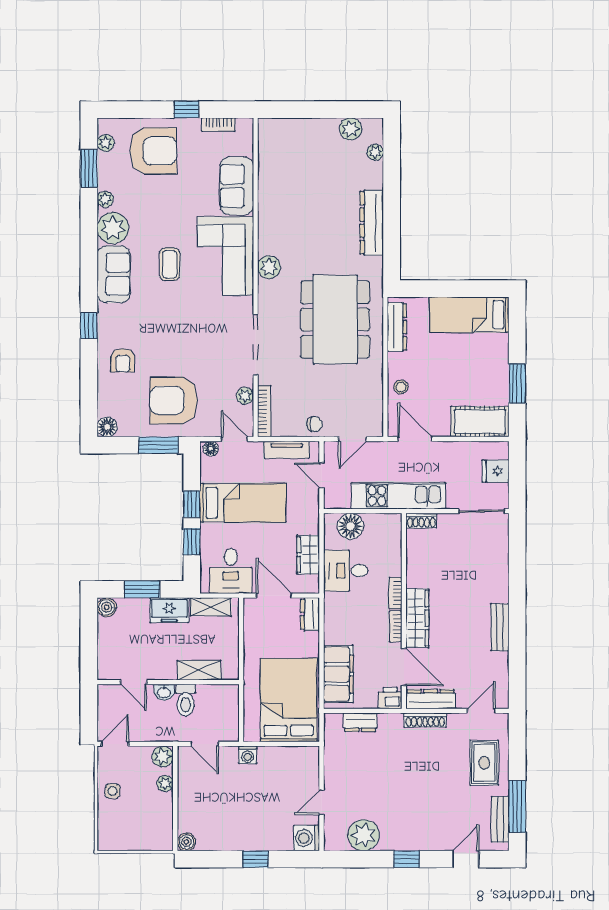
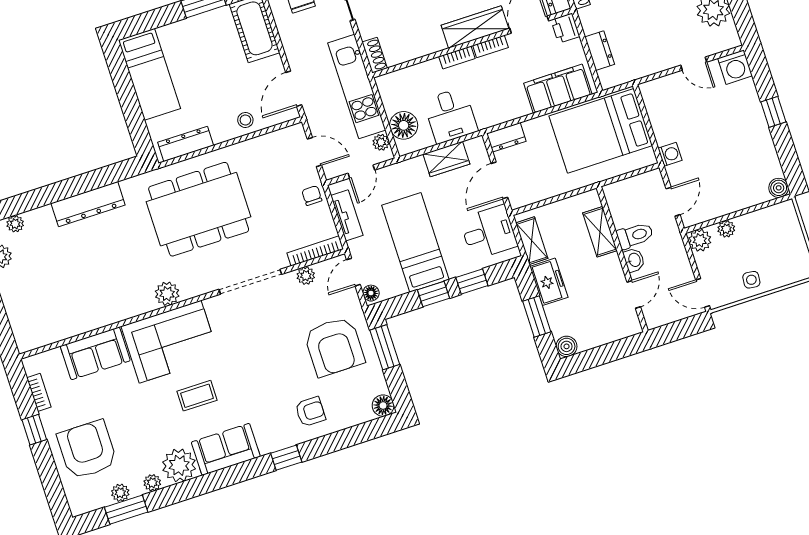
plant: (105, 143) -> (120, 493), moved
plant: (342, 501) -> (381, 142), added

